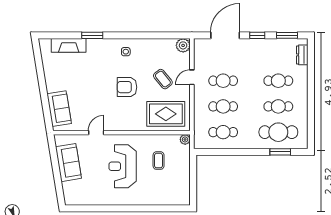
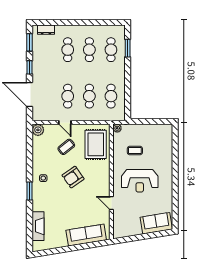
window: (92, 35) -> (29, 191), moved
armchair: (127, 87) -> (73, 177), turned 55
sofa: (59, 109) -> (86, 235), width x1.36
cafe table: (278, 132) -> (111, 50), width x0.73, depth x0.74
sofa: (68, 163) -> (156, 223), moved

